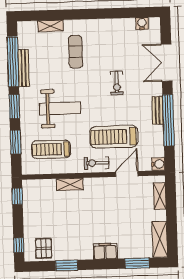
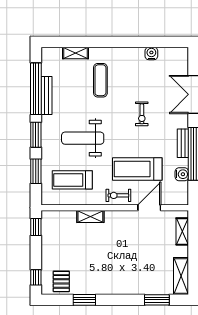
water cooler: (142, 24) -> (151, 53), moved
weight bench: (60, 108) -> (83, 138), turned 180
water cooler: (158, 164) -> (182, 174), moved
filing cabinet: (105, 251) -> (124, 286), removed

